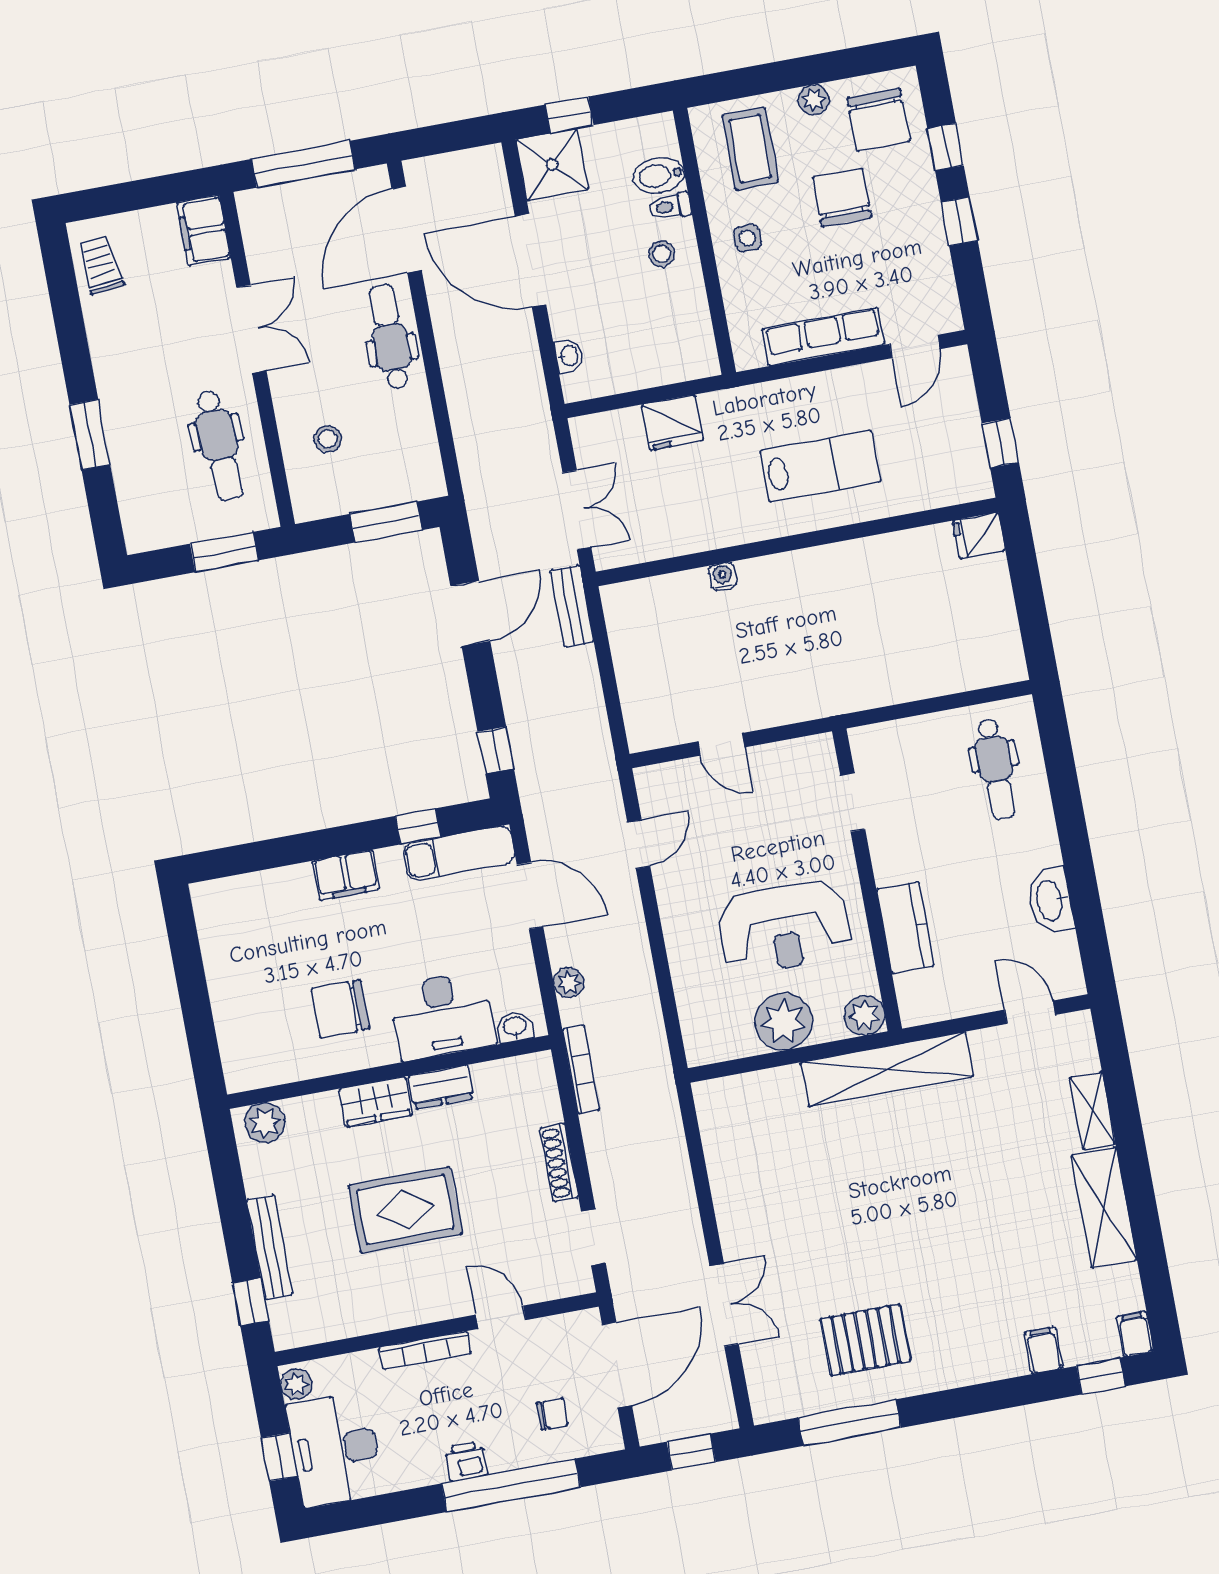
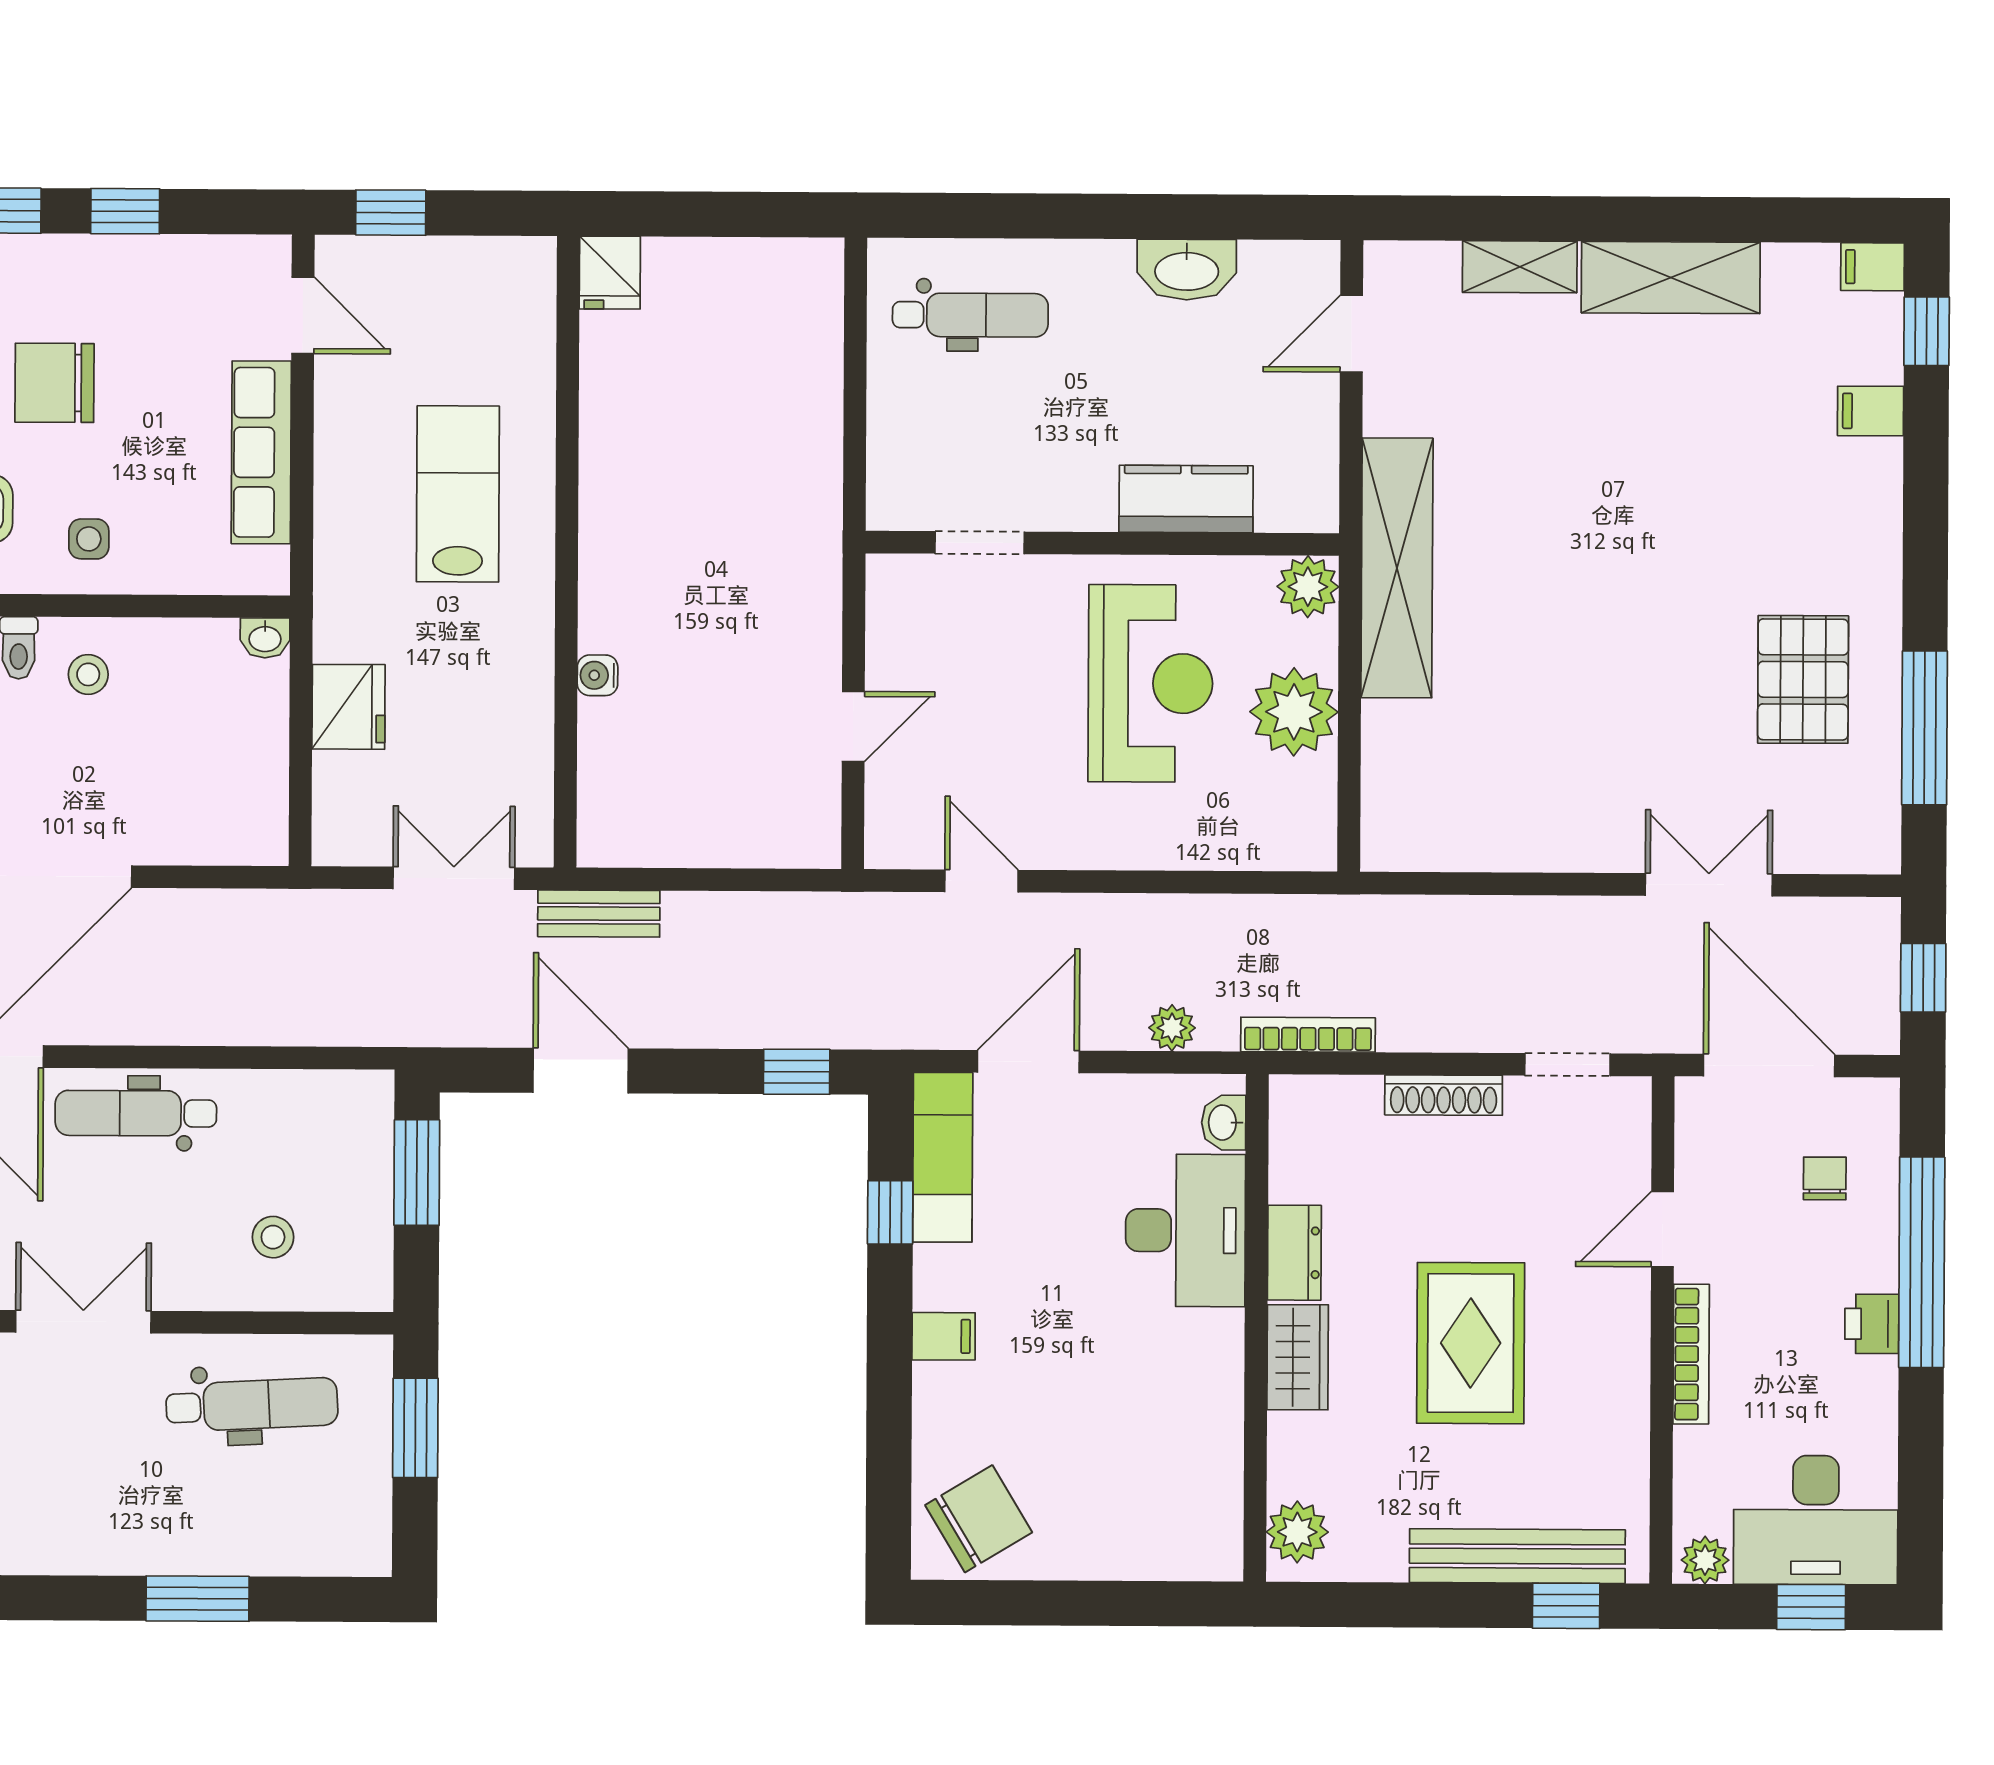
washbasin: (569, 356) -> (265, 638), moved, turned 180
window: (1000, 443) -> (391, 213), moved
filing cabinet: (346, 875) -> (944, 1336), width x0.50
chair: (340, 1009) -> (979, 1519), moved, turned -121
bench: (270, 1247) -> (1517, 1556), width x1.37, depth x1.21

